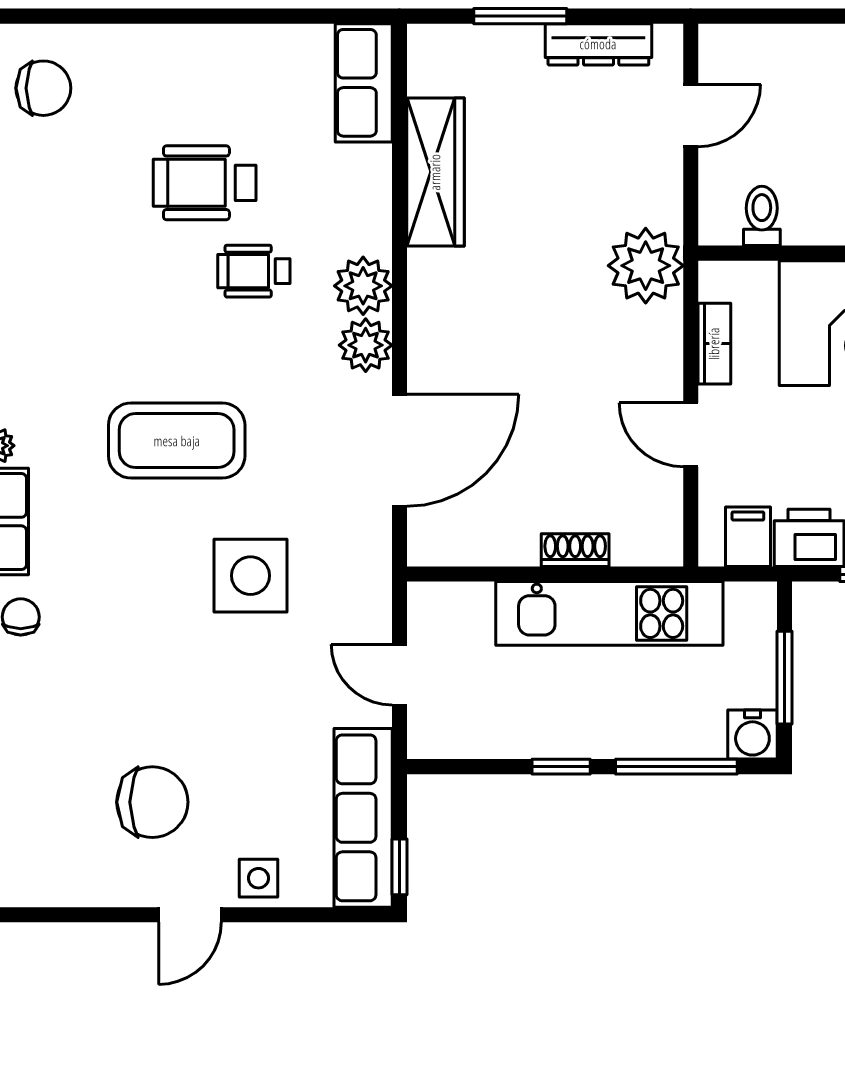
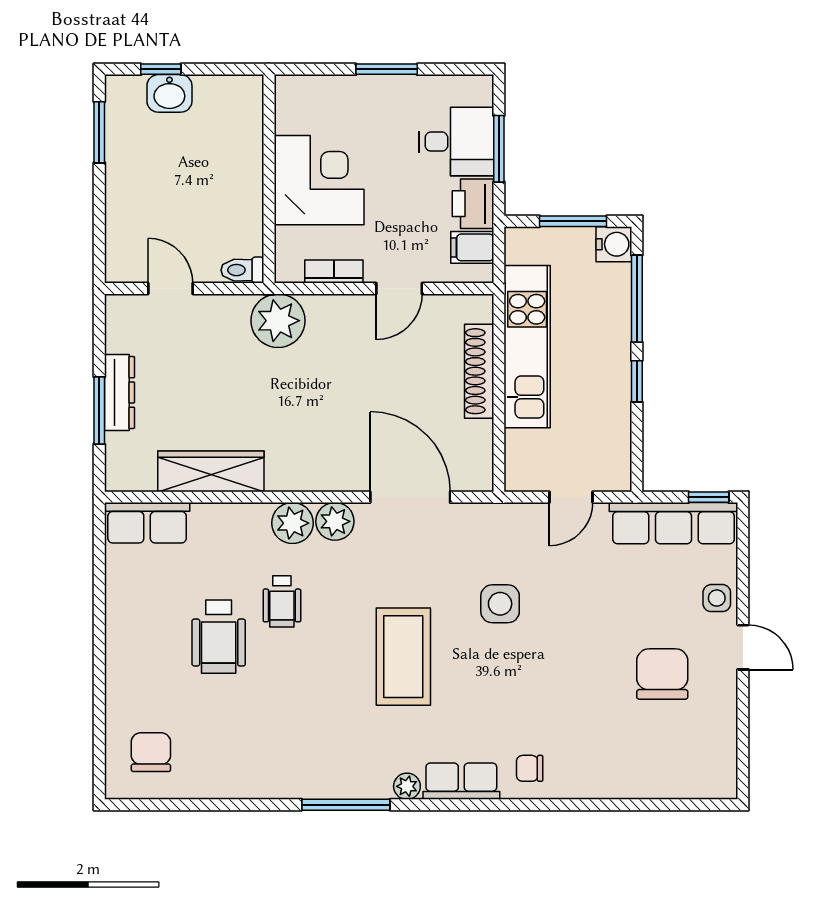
dresser: (598, 44) -> (119, 393), moved
toilet: (762, 216) -> (242, 270), moved
shoe rack: (575, 550) -> (479, 371), width x1.94, depth x1.24
side table: (250, 576) -> (500, 604), width x0.73, depth x0.73

